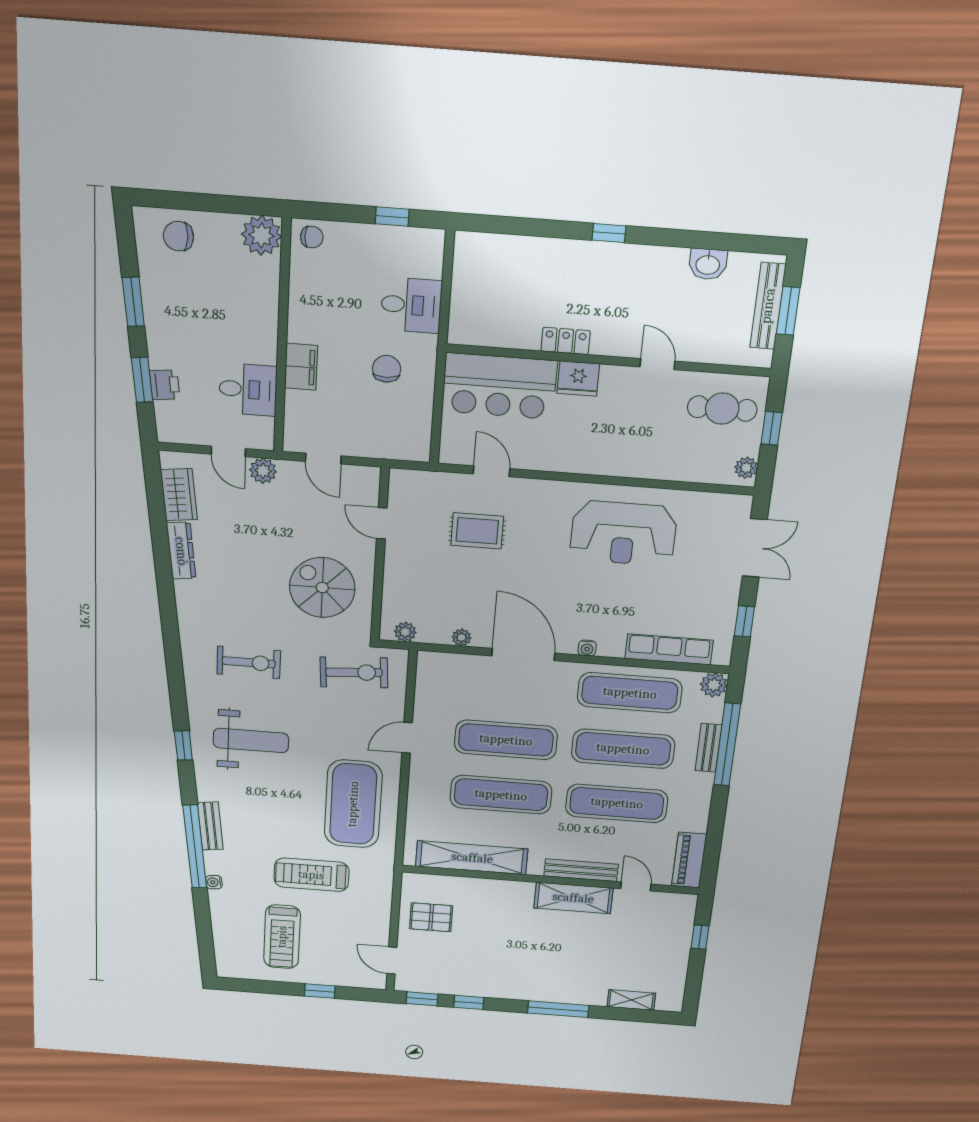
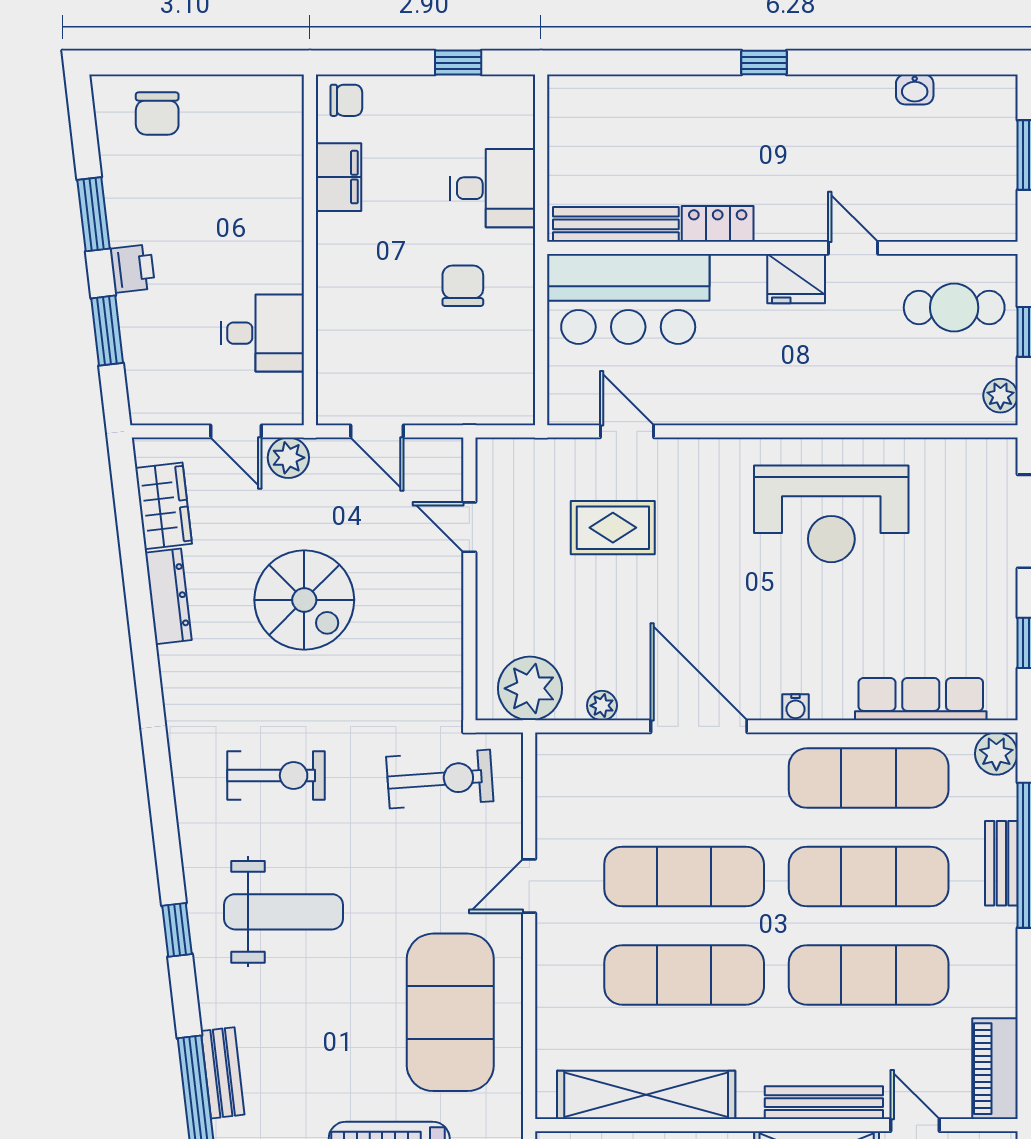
plant: (261, 235) -> (275, 103), removed
chair: (178, 236) -> (157, 114), turned -90
washbasin: (708, 264) -> (915, 90), width x0.72, depth x0.69
bench: (768, 306) -> (616, 224), moved, turned 90
filing cabinet: (301, 367) -> (339, 177), moved
fridge: (578, 379) -> (796, 279), moved
printer: (165, 385) -> (132, 269), moved
spiral stairs: (322, 588) -> (304, 600), moved, turned 180
plant: (405, 632) -> (530, 688), width x1.88, depth x1.88

